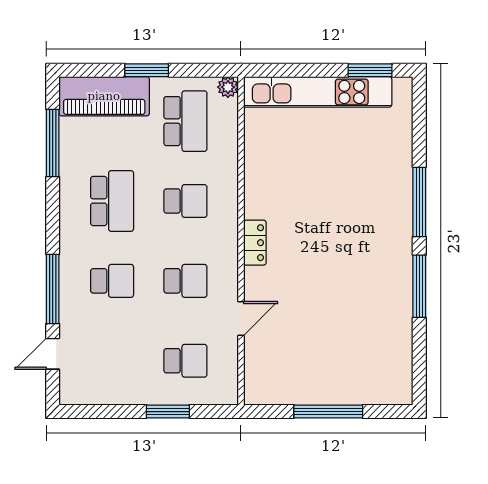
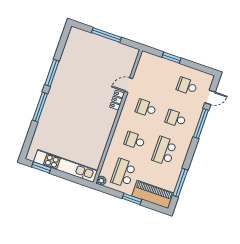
locker: (255, 243) -> (117, 100), moved
school desk: (185, 361) -> (187, 86), moved

